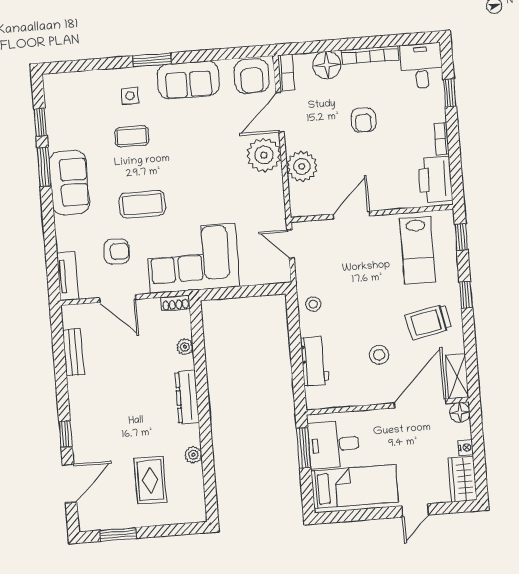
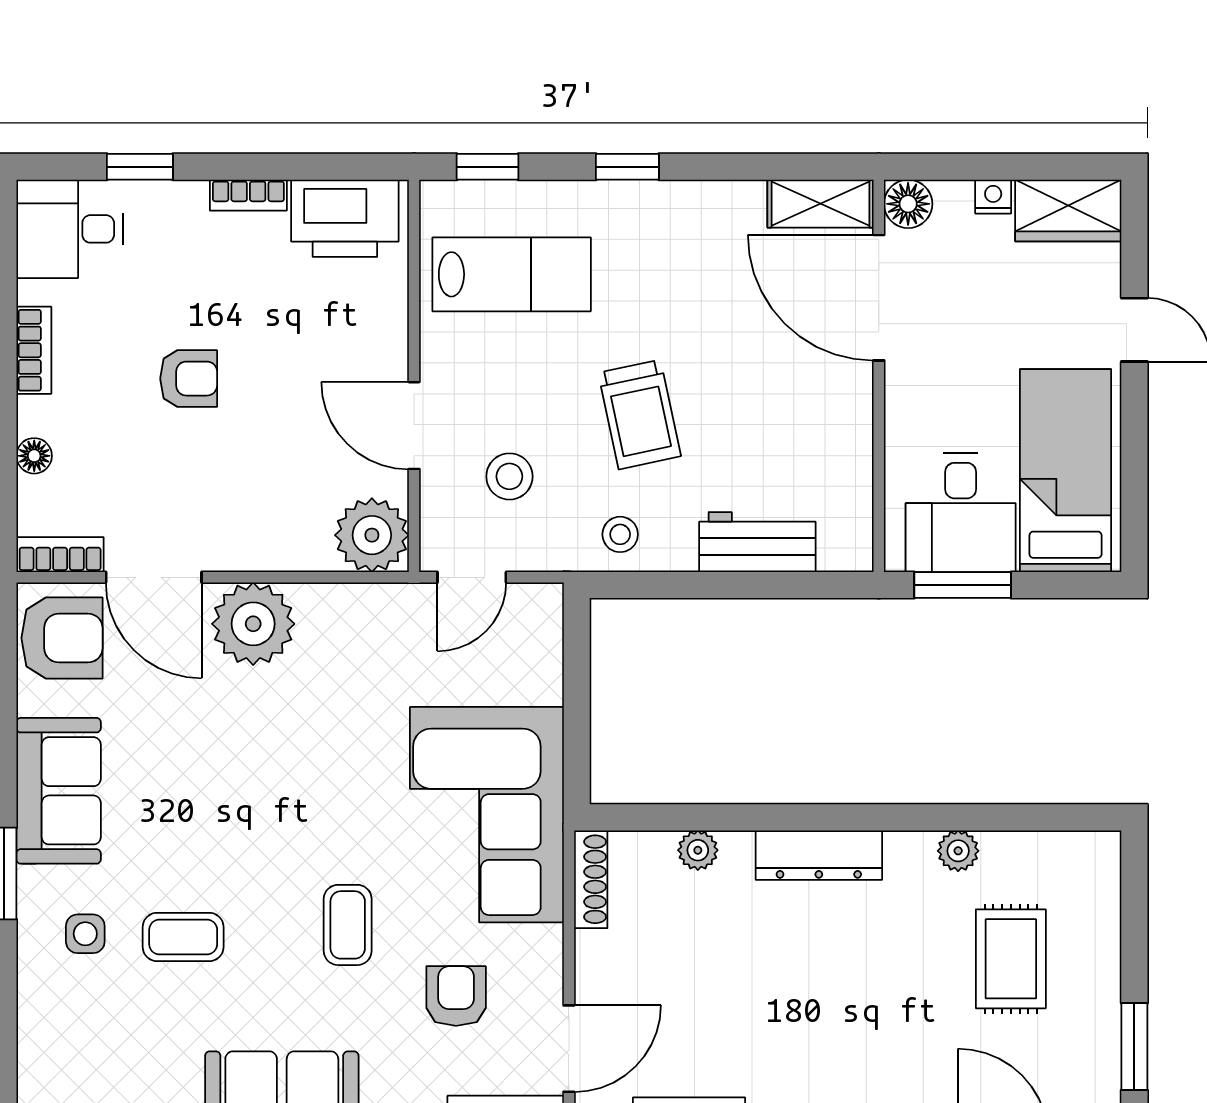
bookcase: (370, 55) -> (34, 350), width x0.64
floor lamp: (327, 65) -> (34, 456), width x0.53, depth x0.53
coffee table: (132, 136) -> (183, 937), turned 90
plant: (302, 166) -> (372, 535), moved
coffee table: (142, 204) -> (348, 925), width x0.73, depth x0.77
door: (118, 298) -> (569, 1049), moved
shoe rack: (175, 303) -> (591, 879), width x1.43
trolley: (429, 322) -> (640, 415), moved
stool: (379, 355) -> (509, 476), moved
rug: (150, 480) -> (1011, 959), turned 90

